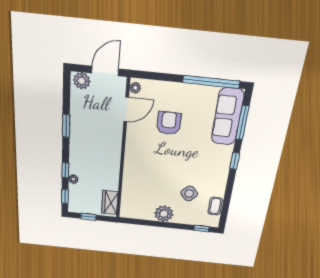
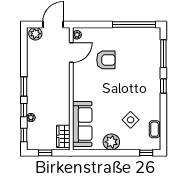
sofa: (227, 117) -> (82, 124), moved, turned 180
armchair: (169, 123) -> (106, 60), turned 90
window: (66, 126) -> (24, 86), moved

